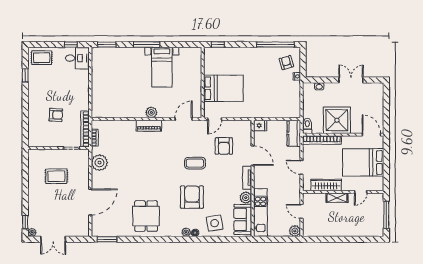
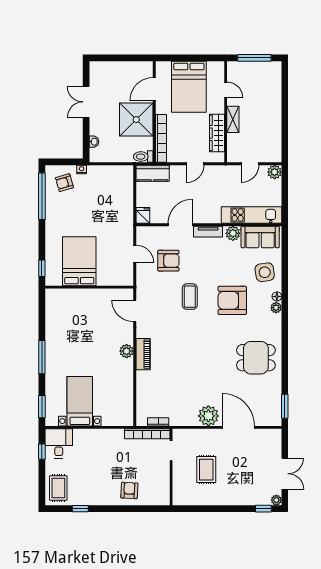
bed with nightstands: (162, 67) -> (80, 401), moved, turned -90
bed: (223, 88) -> (79, 261), moved
armchair: (56, 115) -> (129, 490), moved
door: (215, 119) -> (135, 254), moved
door: (371, 135) -> (154, 89), moved
plant: (99, 163) -> (208, 416), moved

